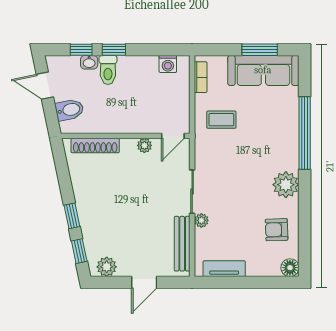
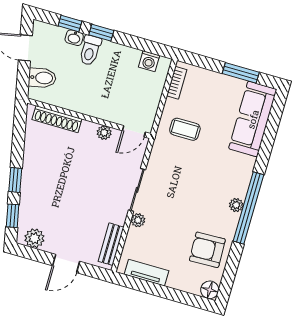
sofa: (263, 70) -> (253, 119), moved, turned 90
window: (305, 133) -> (248, 208), moved
plant: (286, 185) -> (236, 205), width x0.53, depth x0.53
armchair: (277, 230) -> (207, 250), width x1.38, depth x1.38
bench: (182, 244) -> (111, 244), width x0.73

